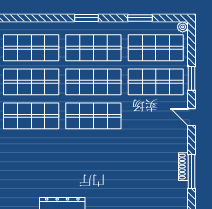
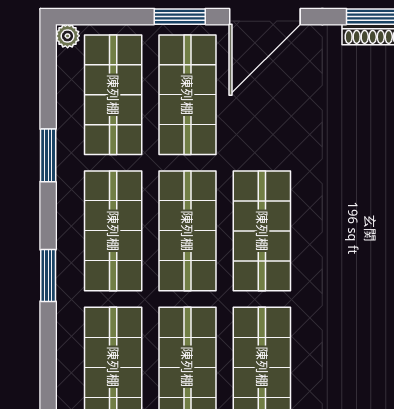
window: (87, 18) -> (48, 276), moved
window: (140, 18) -> (48, 155), moved
door: (192, 117) -> (265, 17), width x1.88

